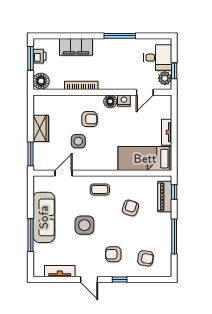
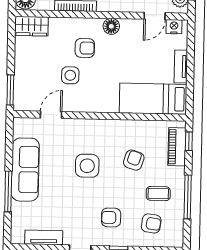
nightstand: (124, 101) -> (174, 27), moved
wardrobe: (41, 128) -> (31, 26), moved, turned 90
coffee table: (100, 190) -> (158, 194), moved
side table: (84, 225) -> (87, 166), moved

